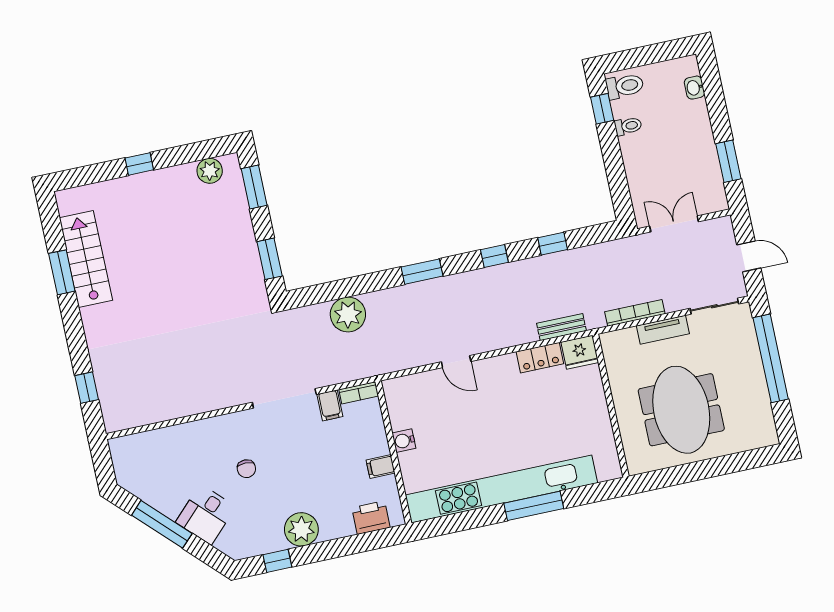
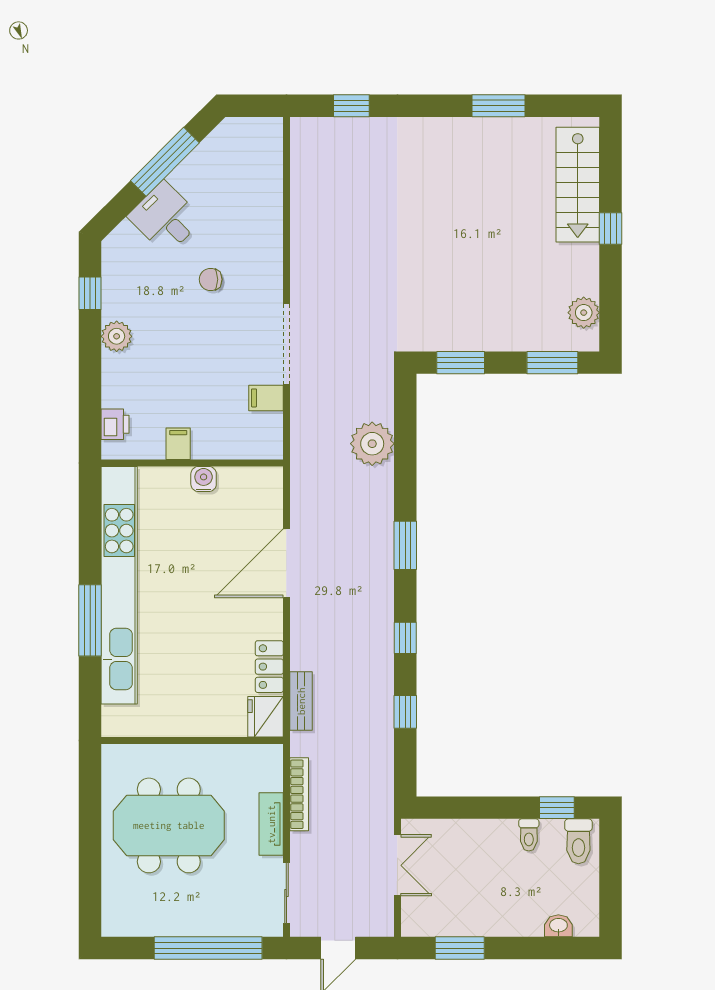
stairs: (86, 259) -> (578, 185), moved, turned 90
door: (456, 362) -> (286, 563), width x1.88
bookcase: (359, 393) -> (274, 436), removed
printer: (371, 518) -> (115, 424), width x0.73, depth x0.81
plant: (301, 529) -> (117, 336), width x0.73, depth x0.73

